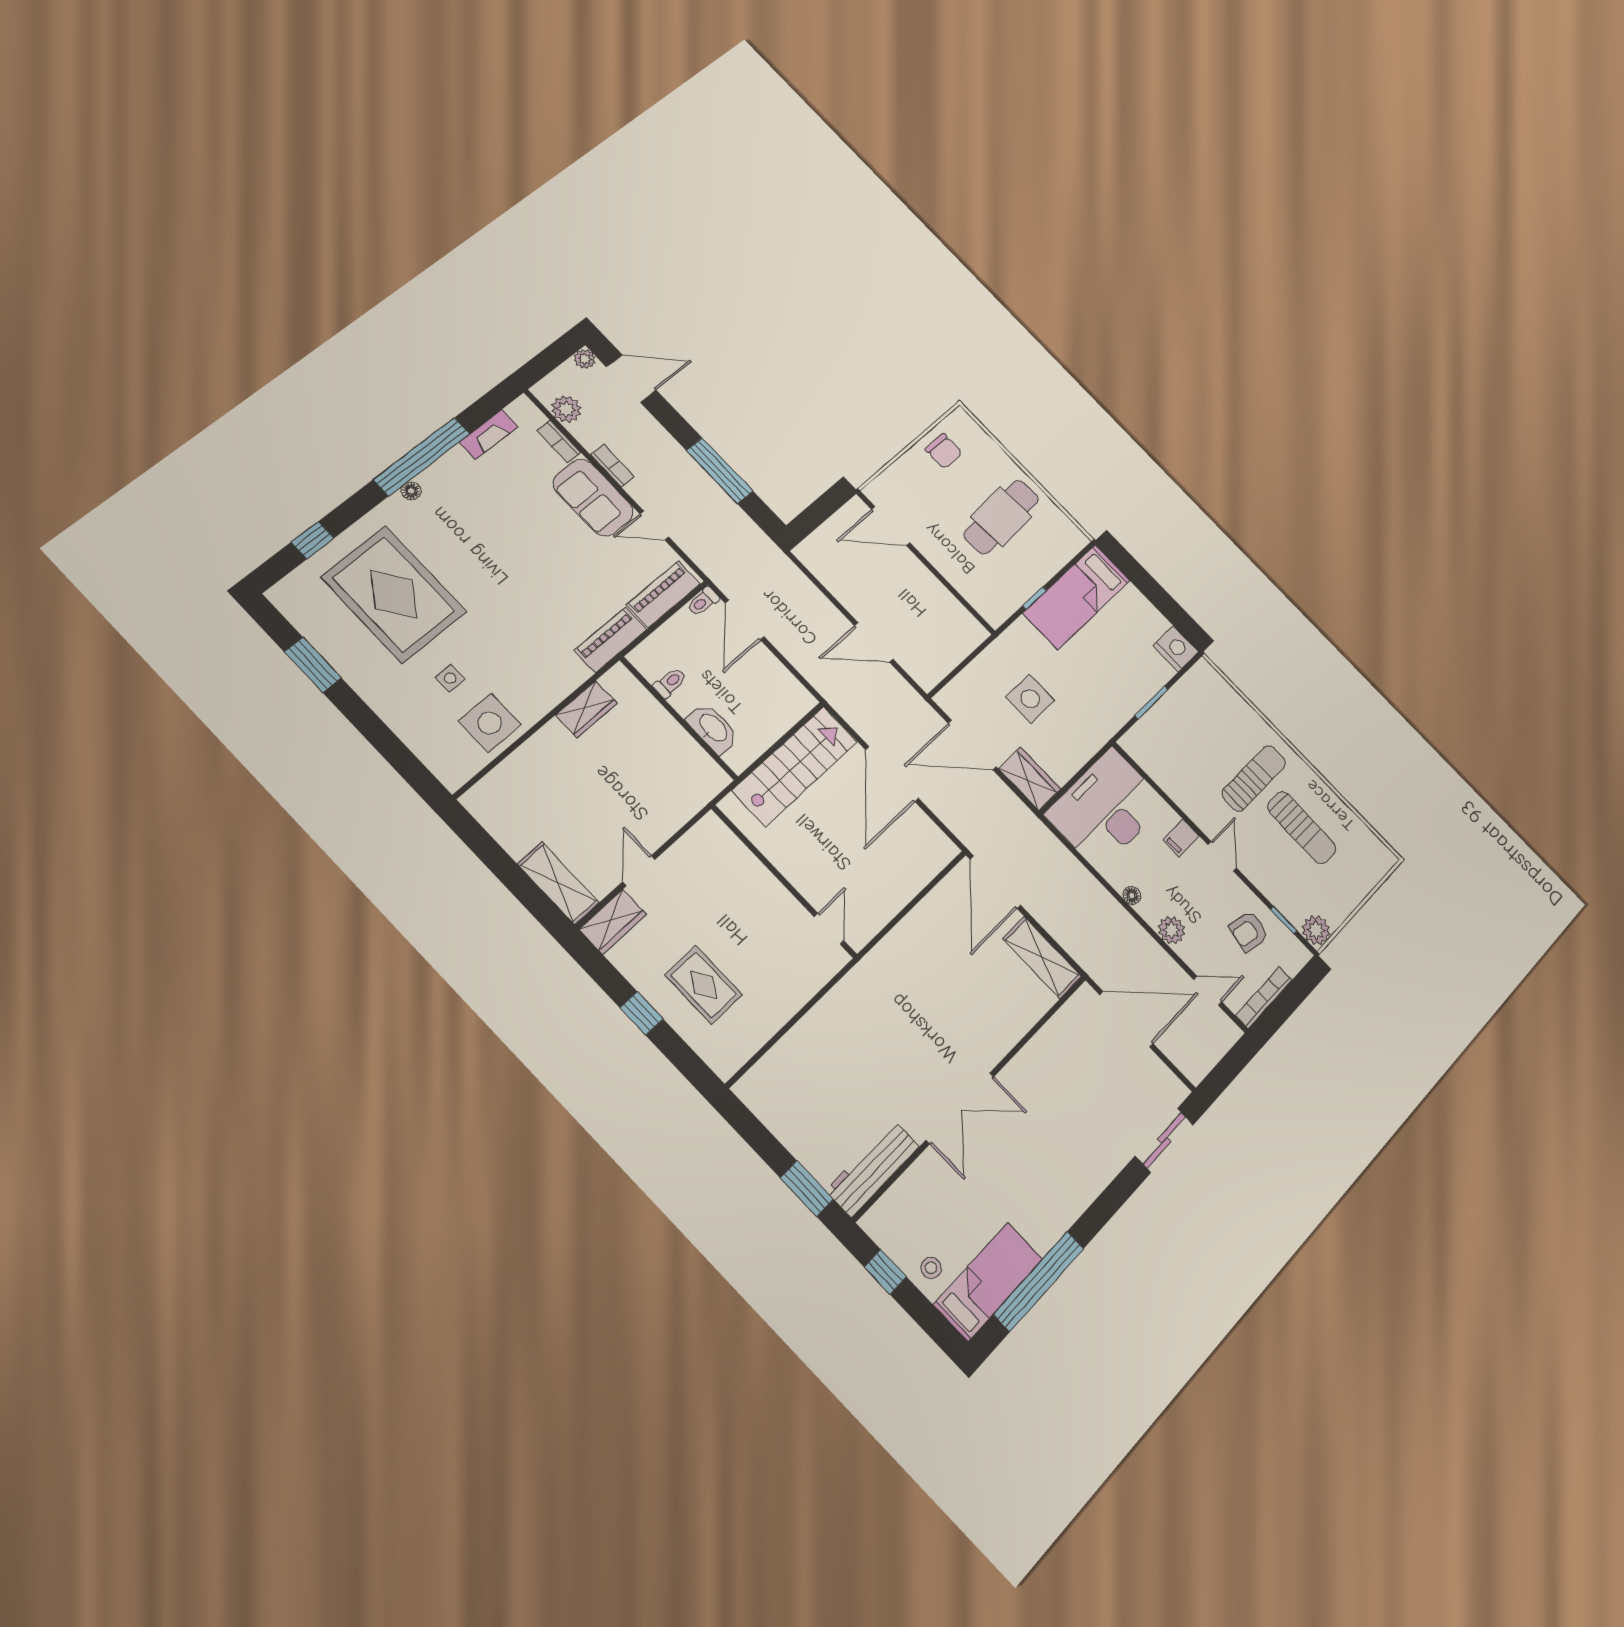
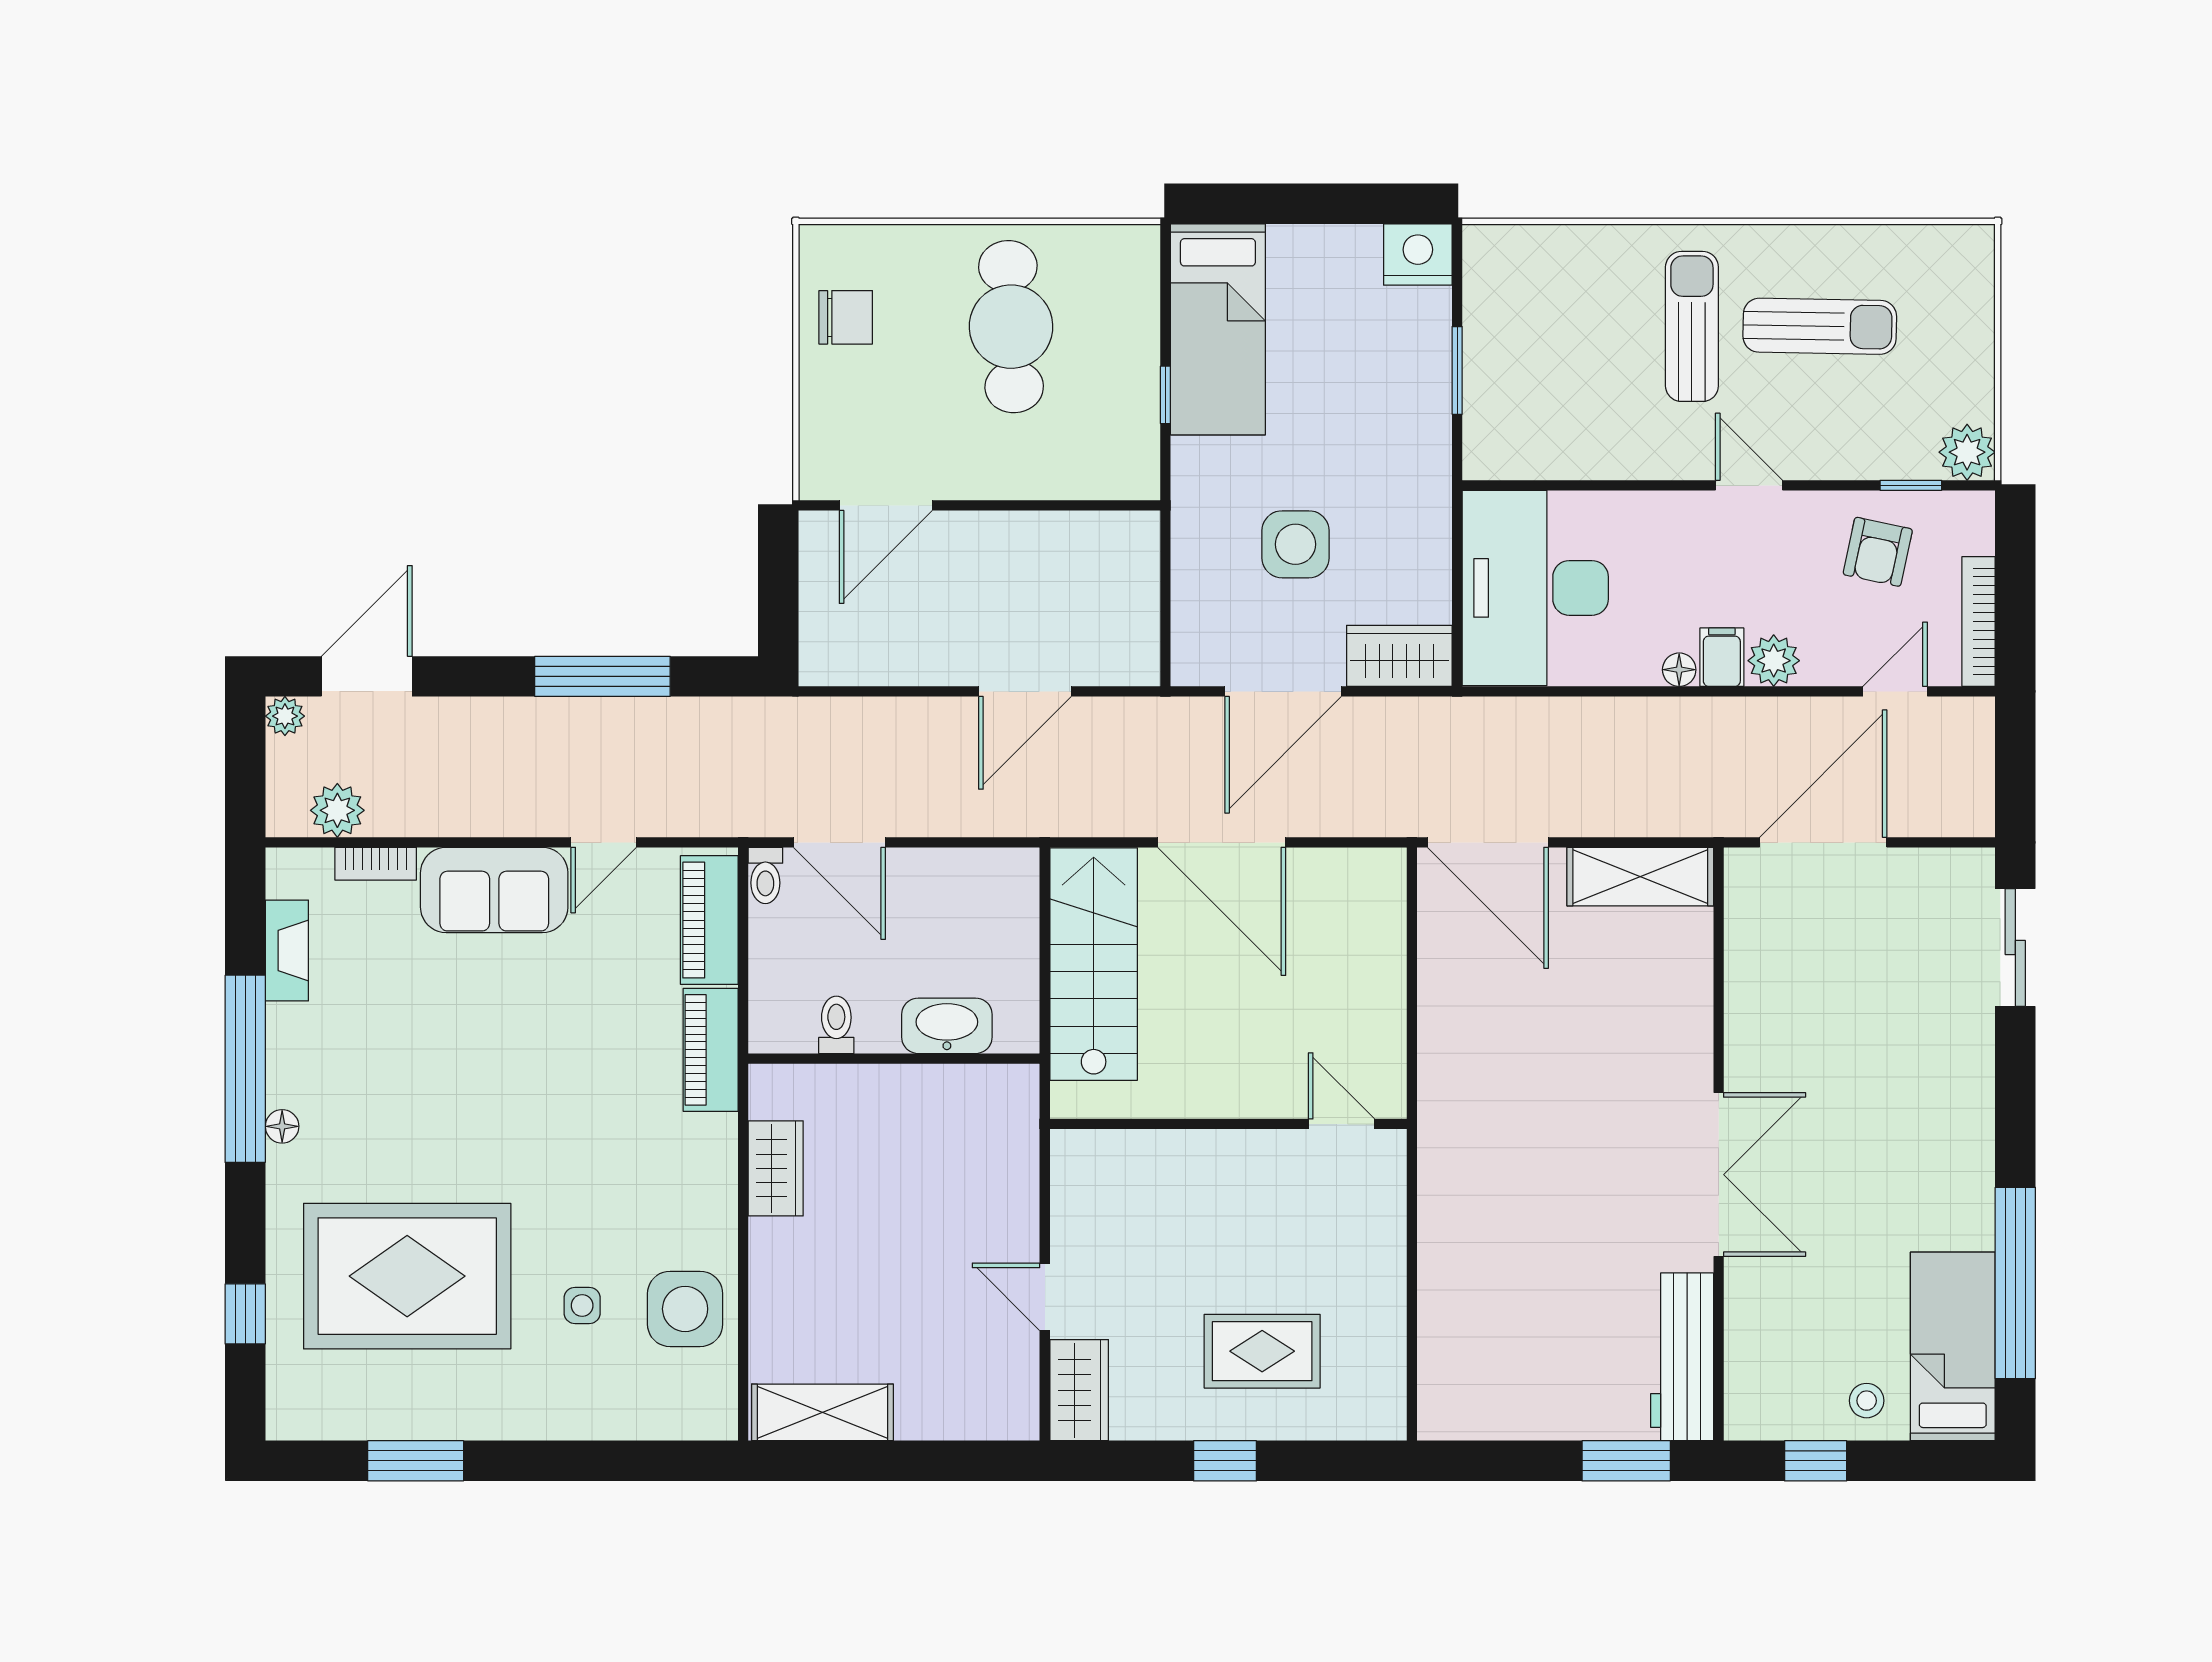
bookcase: (612, 466) -> (471, 821), removed
filing cabinet: (1181, 838) -> (1722, 657), moved, turned 180
shelving: (558, 883) -> (822, 1412), moved

